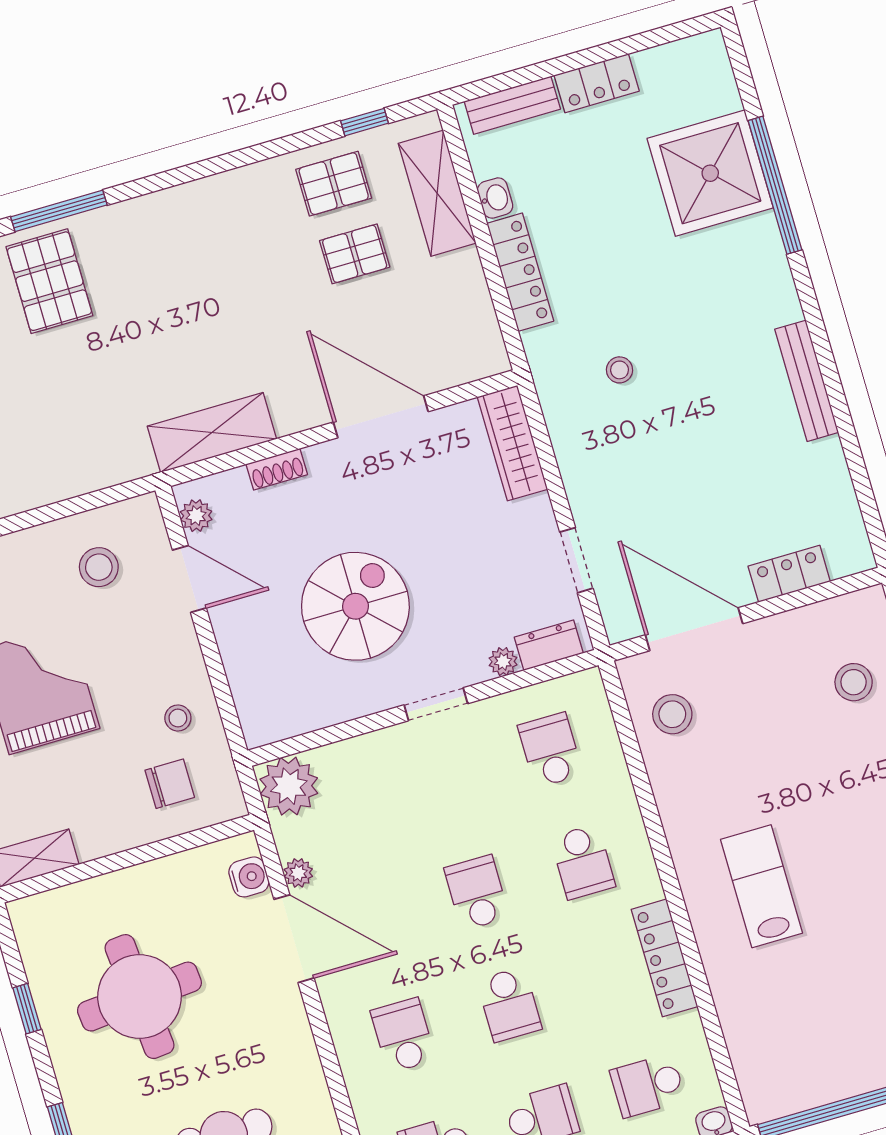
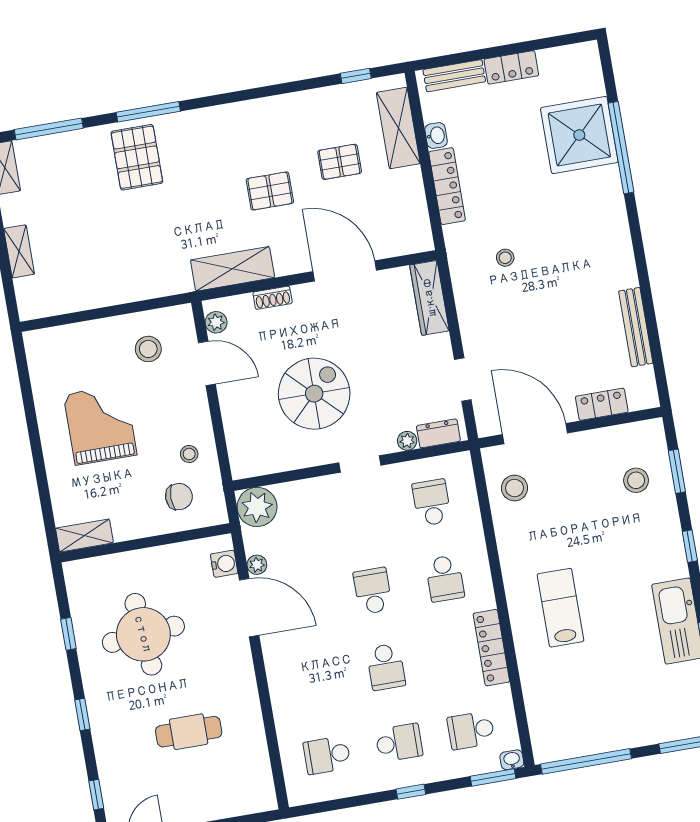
pallet: (334, 184) -> (270, 191), moved
bench: (807, 381) -> (636, 327), moved
school desk: (403, 1035) -> (314, 679), removed

